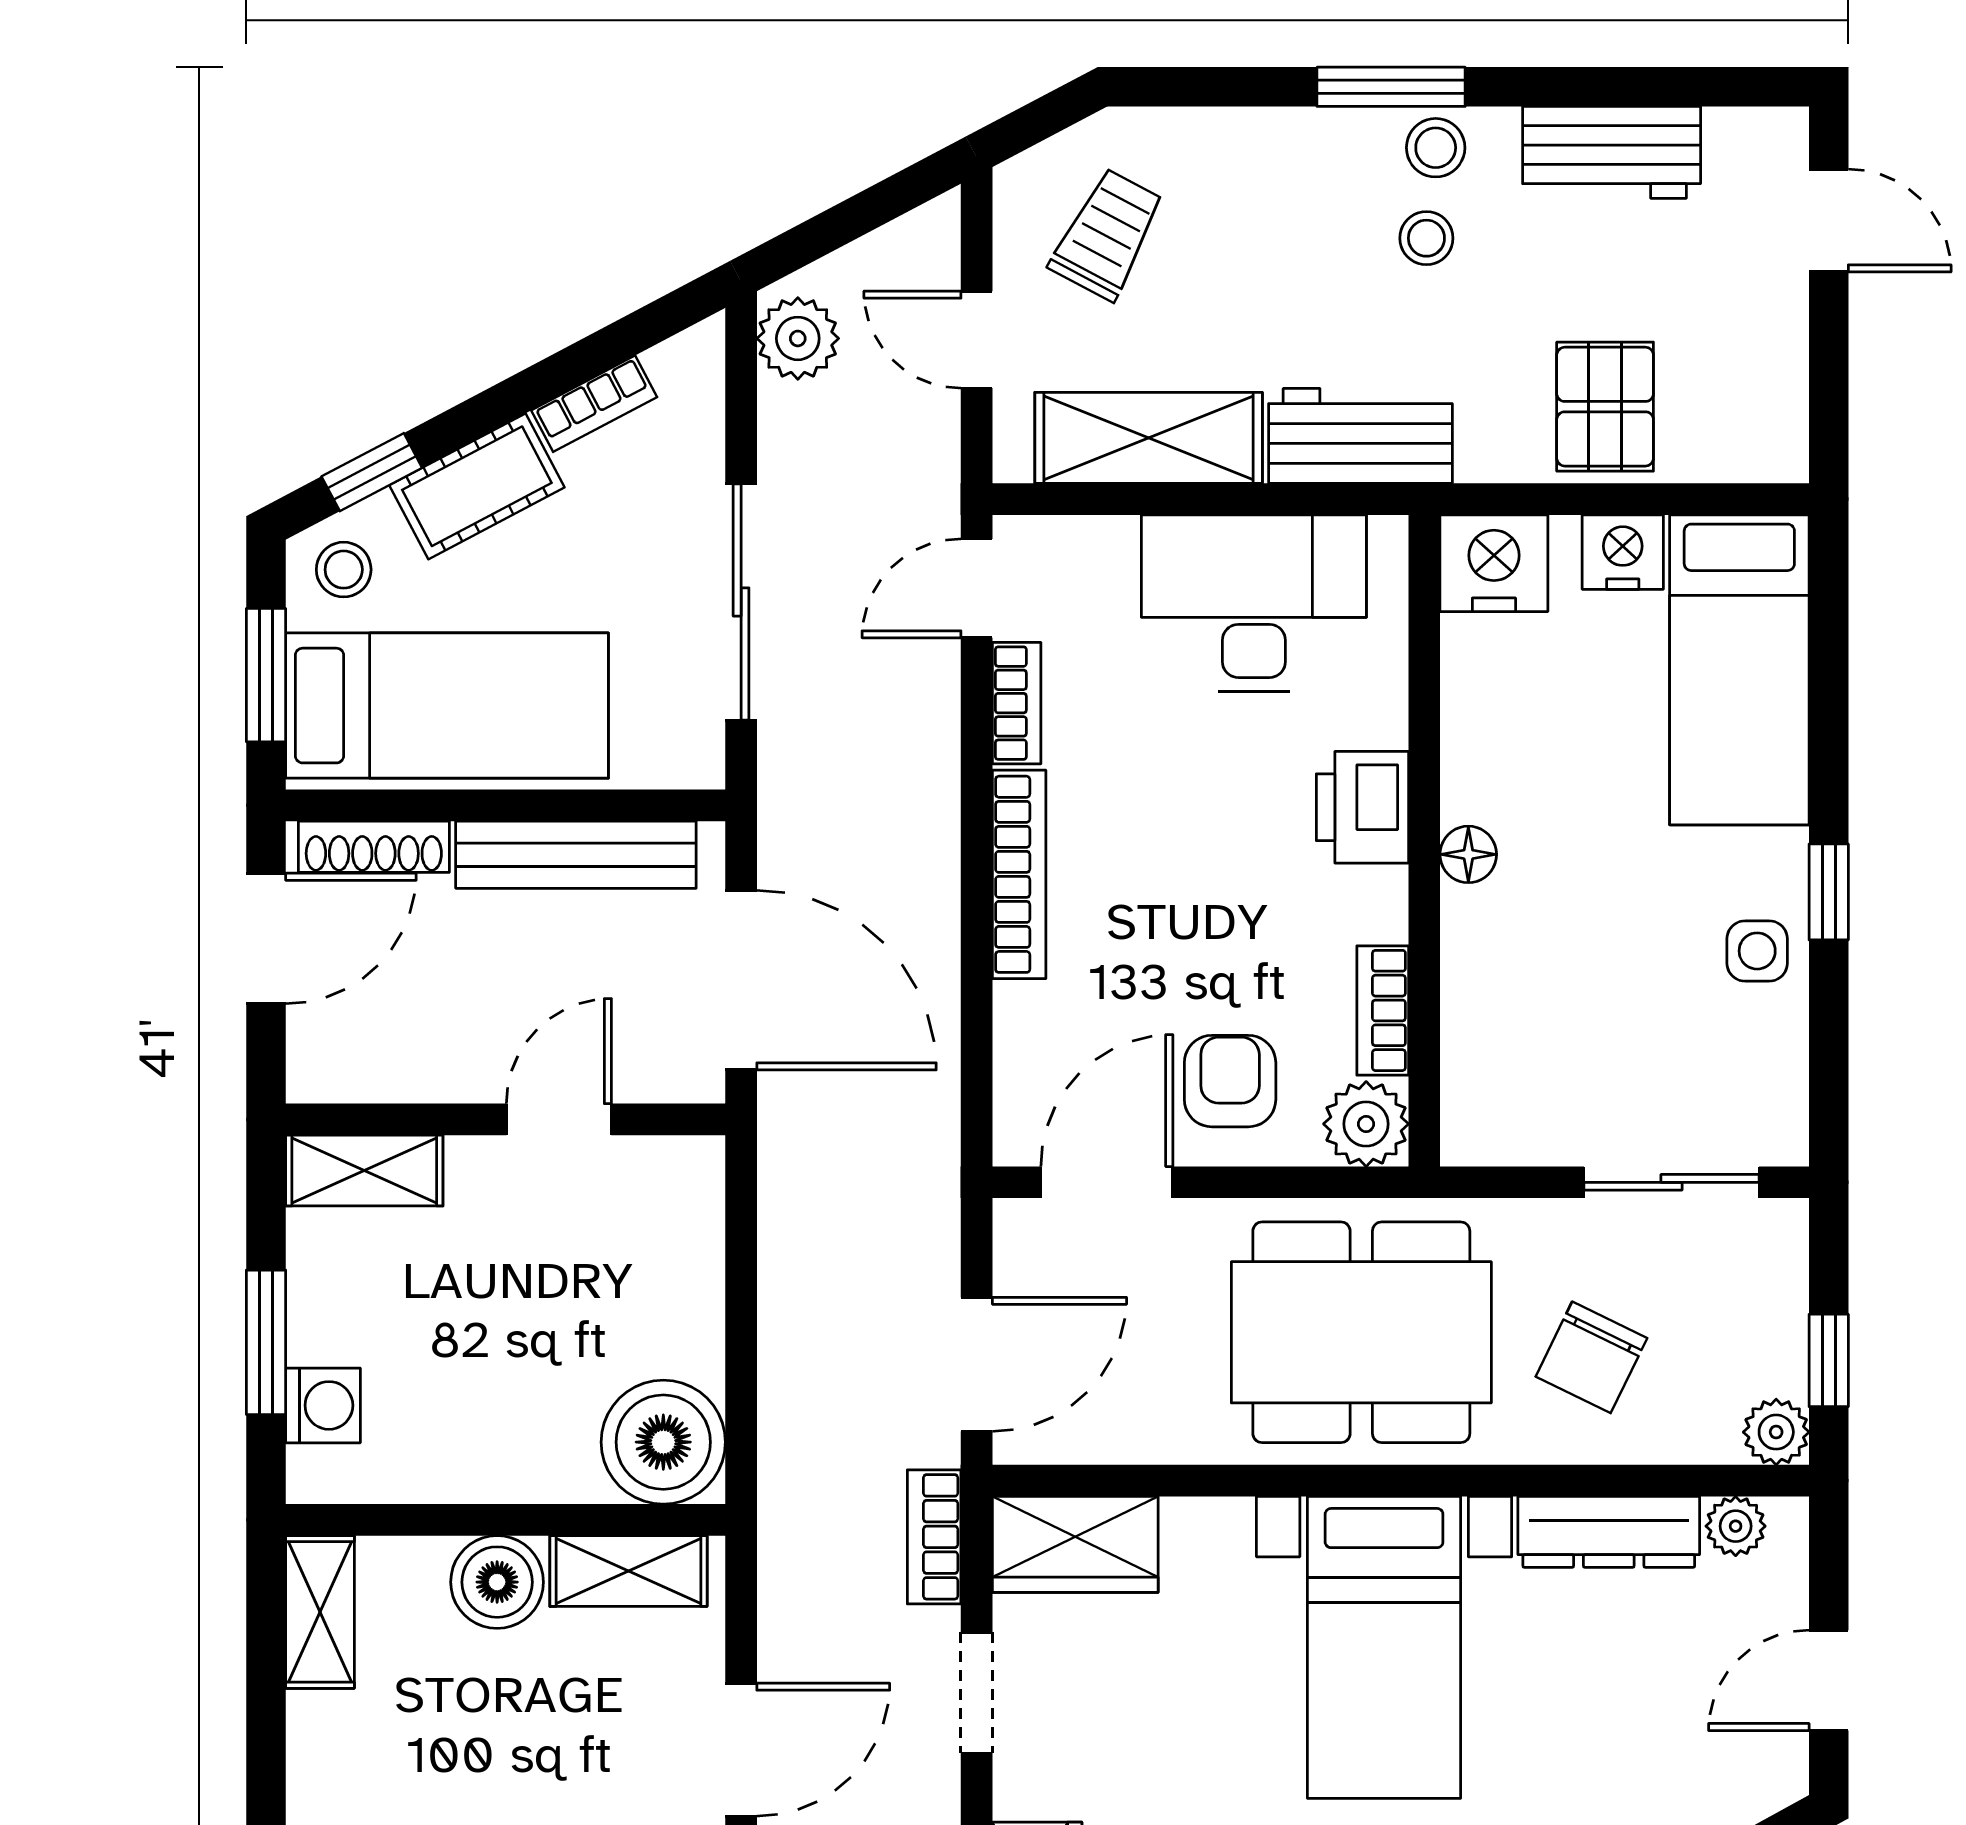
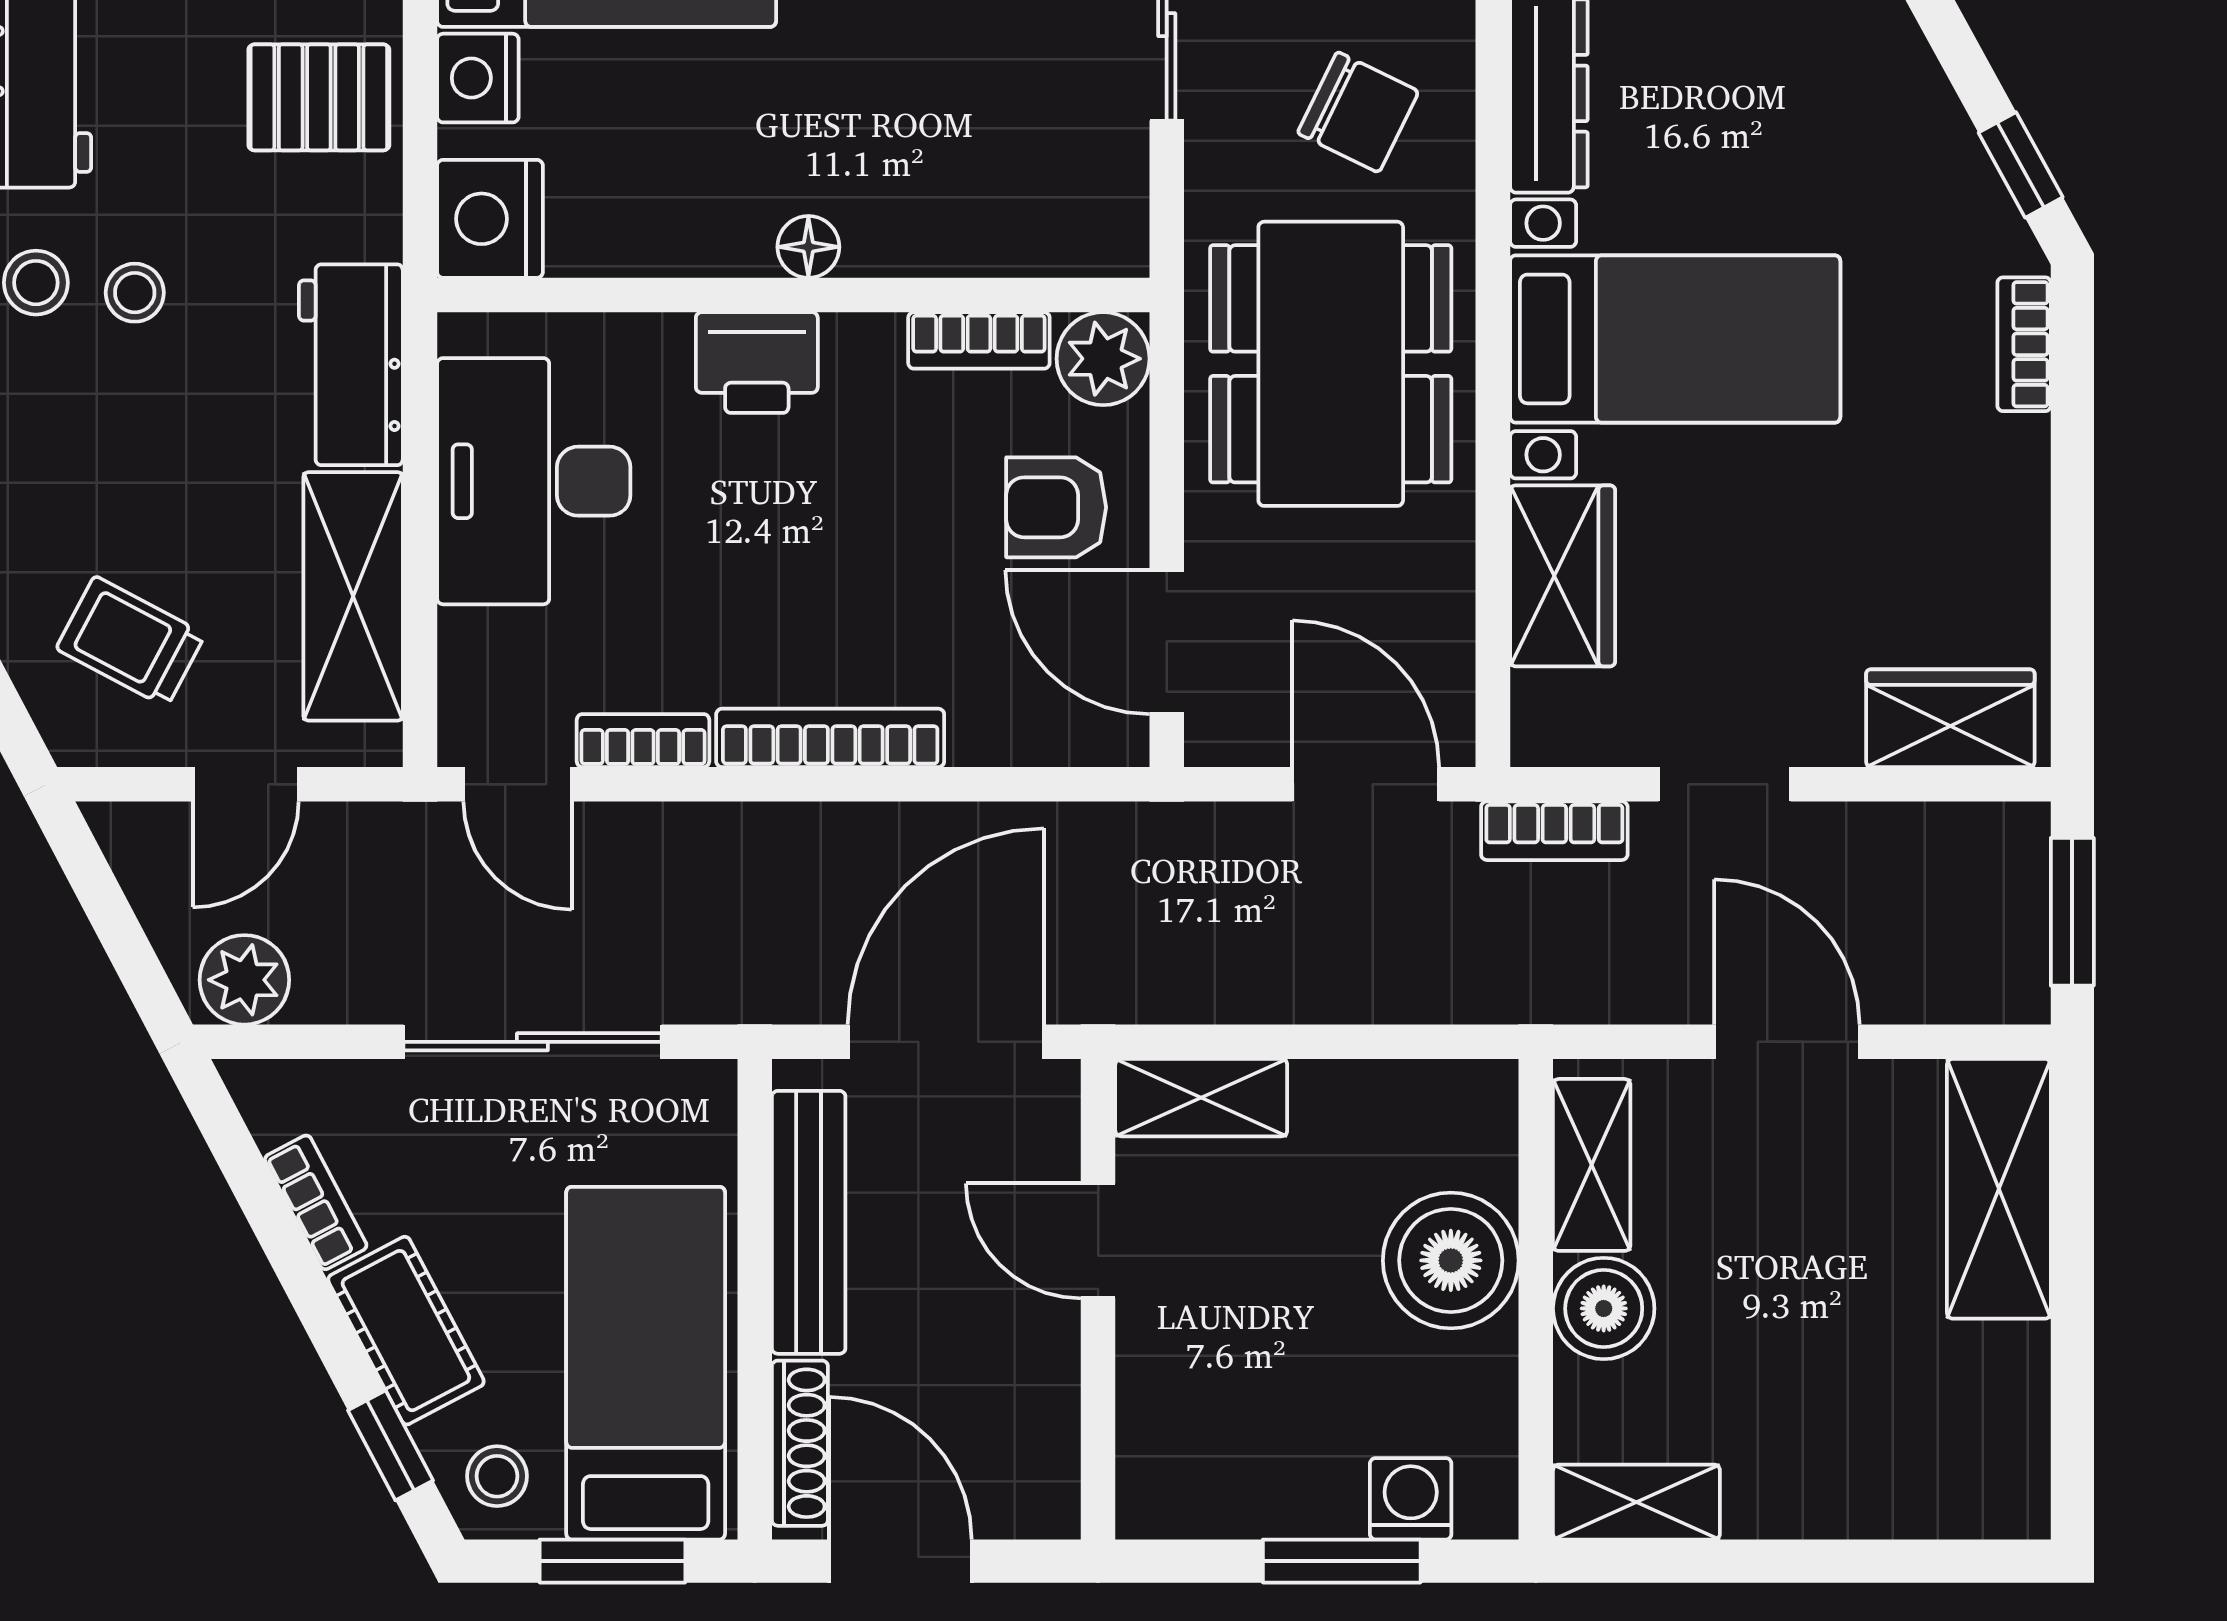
shelving: (364, 1171) -> (1201, 1098), moved, turned 90
boiler: (663, 1442) -> (1451, 1260), moved
wardrobe: (1075, 1544) -> (1563, 576), moved

